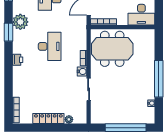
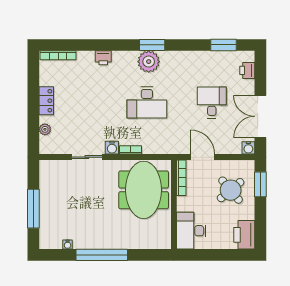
plant: (20, 22) -> (149, 62), moved
window: (8, 32) -> (152, 45), moved
printer: (18, 60) -> (103, 58), moved
locker: (48, 118) -> (46, 101), width x0.66
window: (126, 128) -> (33, 209), width x0.68

